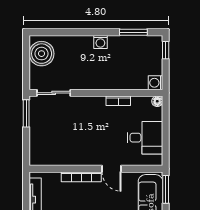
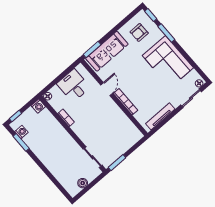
washing machine: (100, 42) -> (21, 132), moved
boiler: (42, 54) -> (83, 183), width x0.54, depth x0.54

